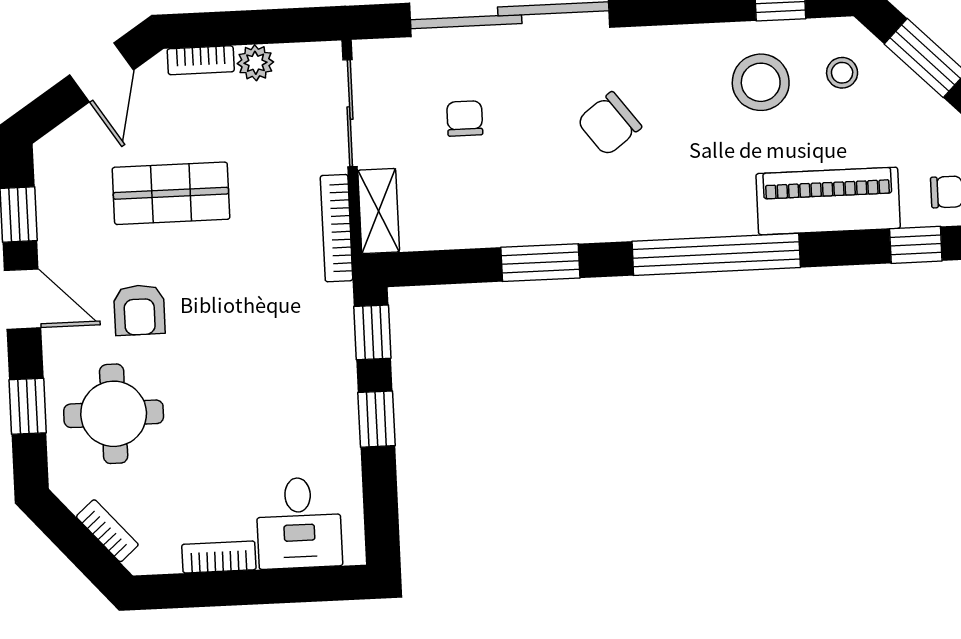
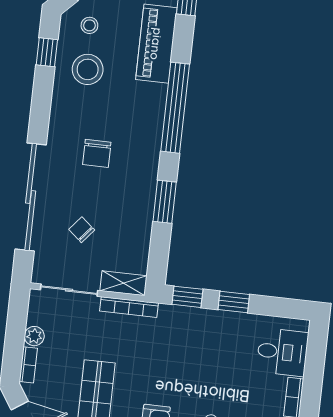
chair: (465, 118) -> (82, 230), turned 40
chair: (609, 124) -> (97, 153), turned 37

